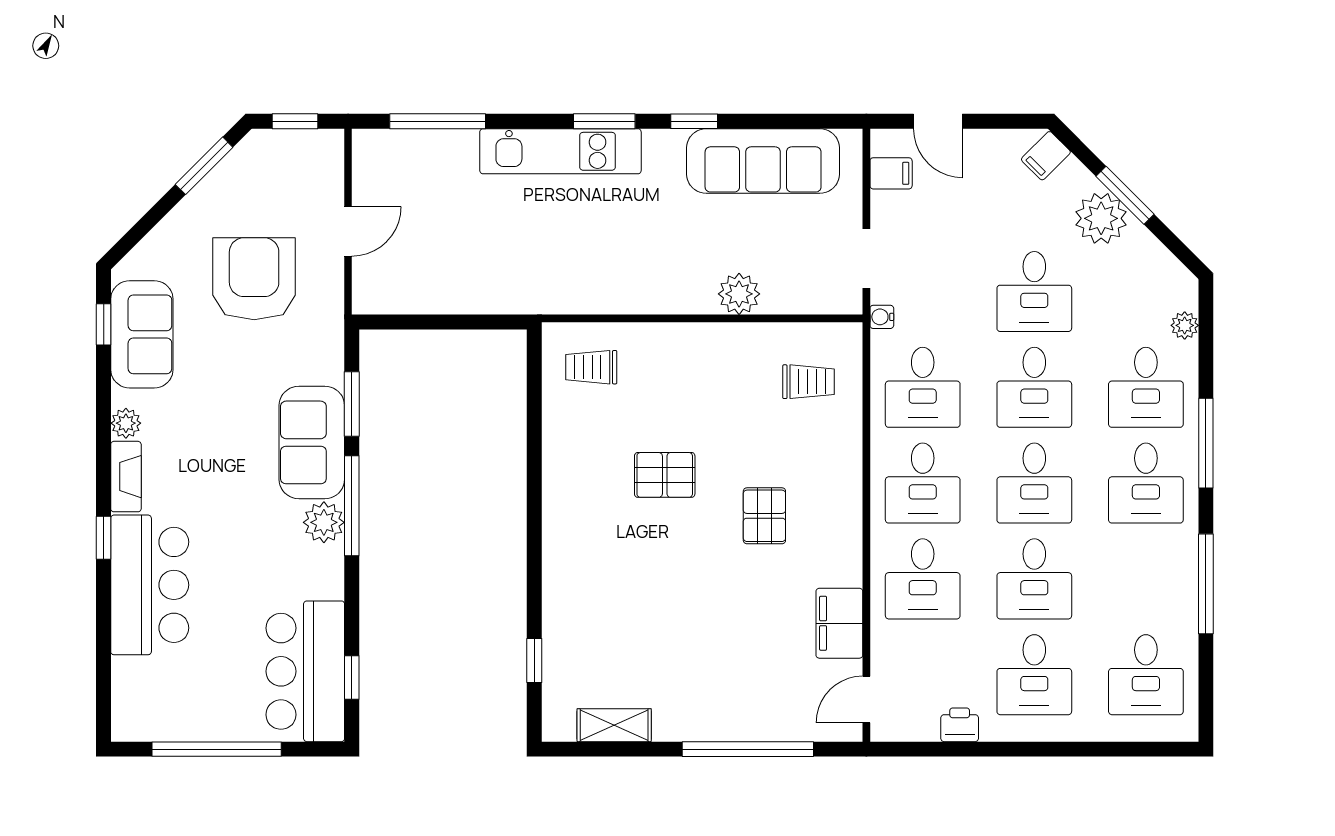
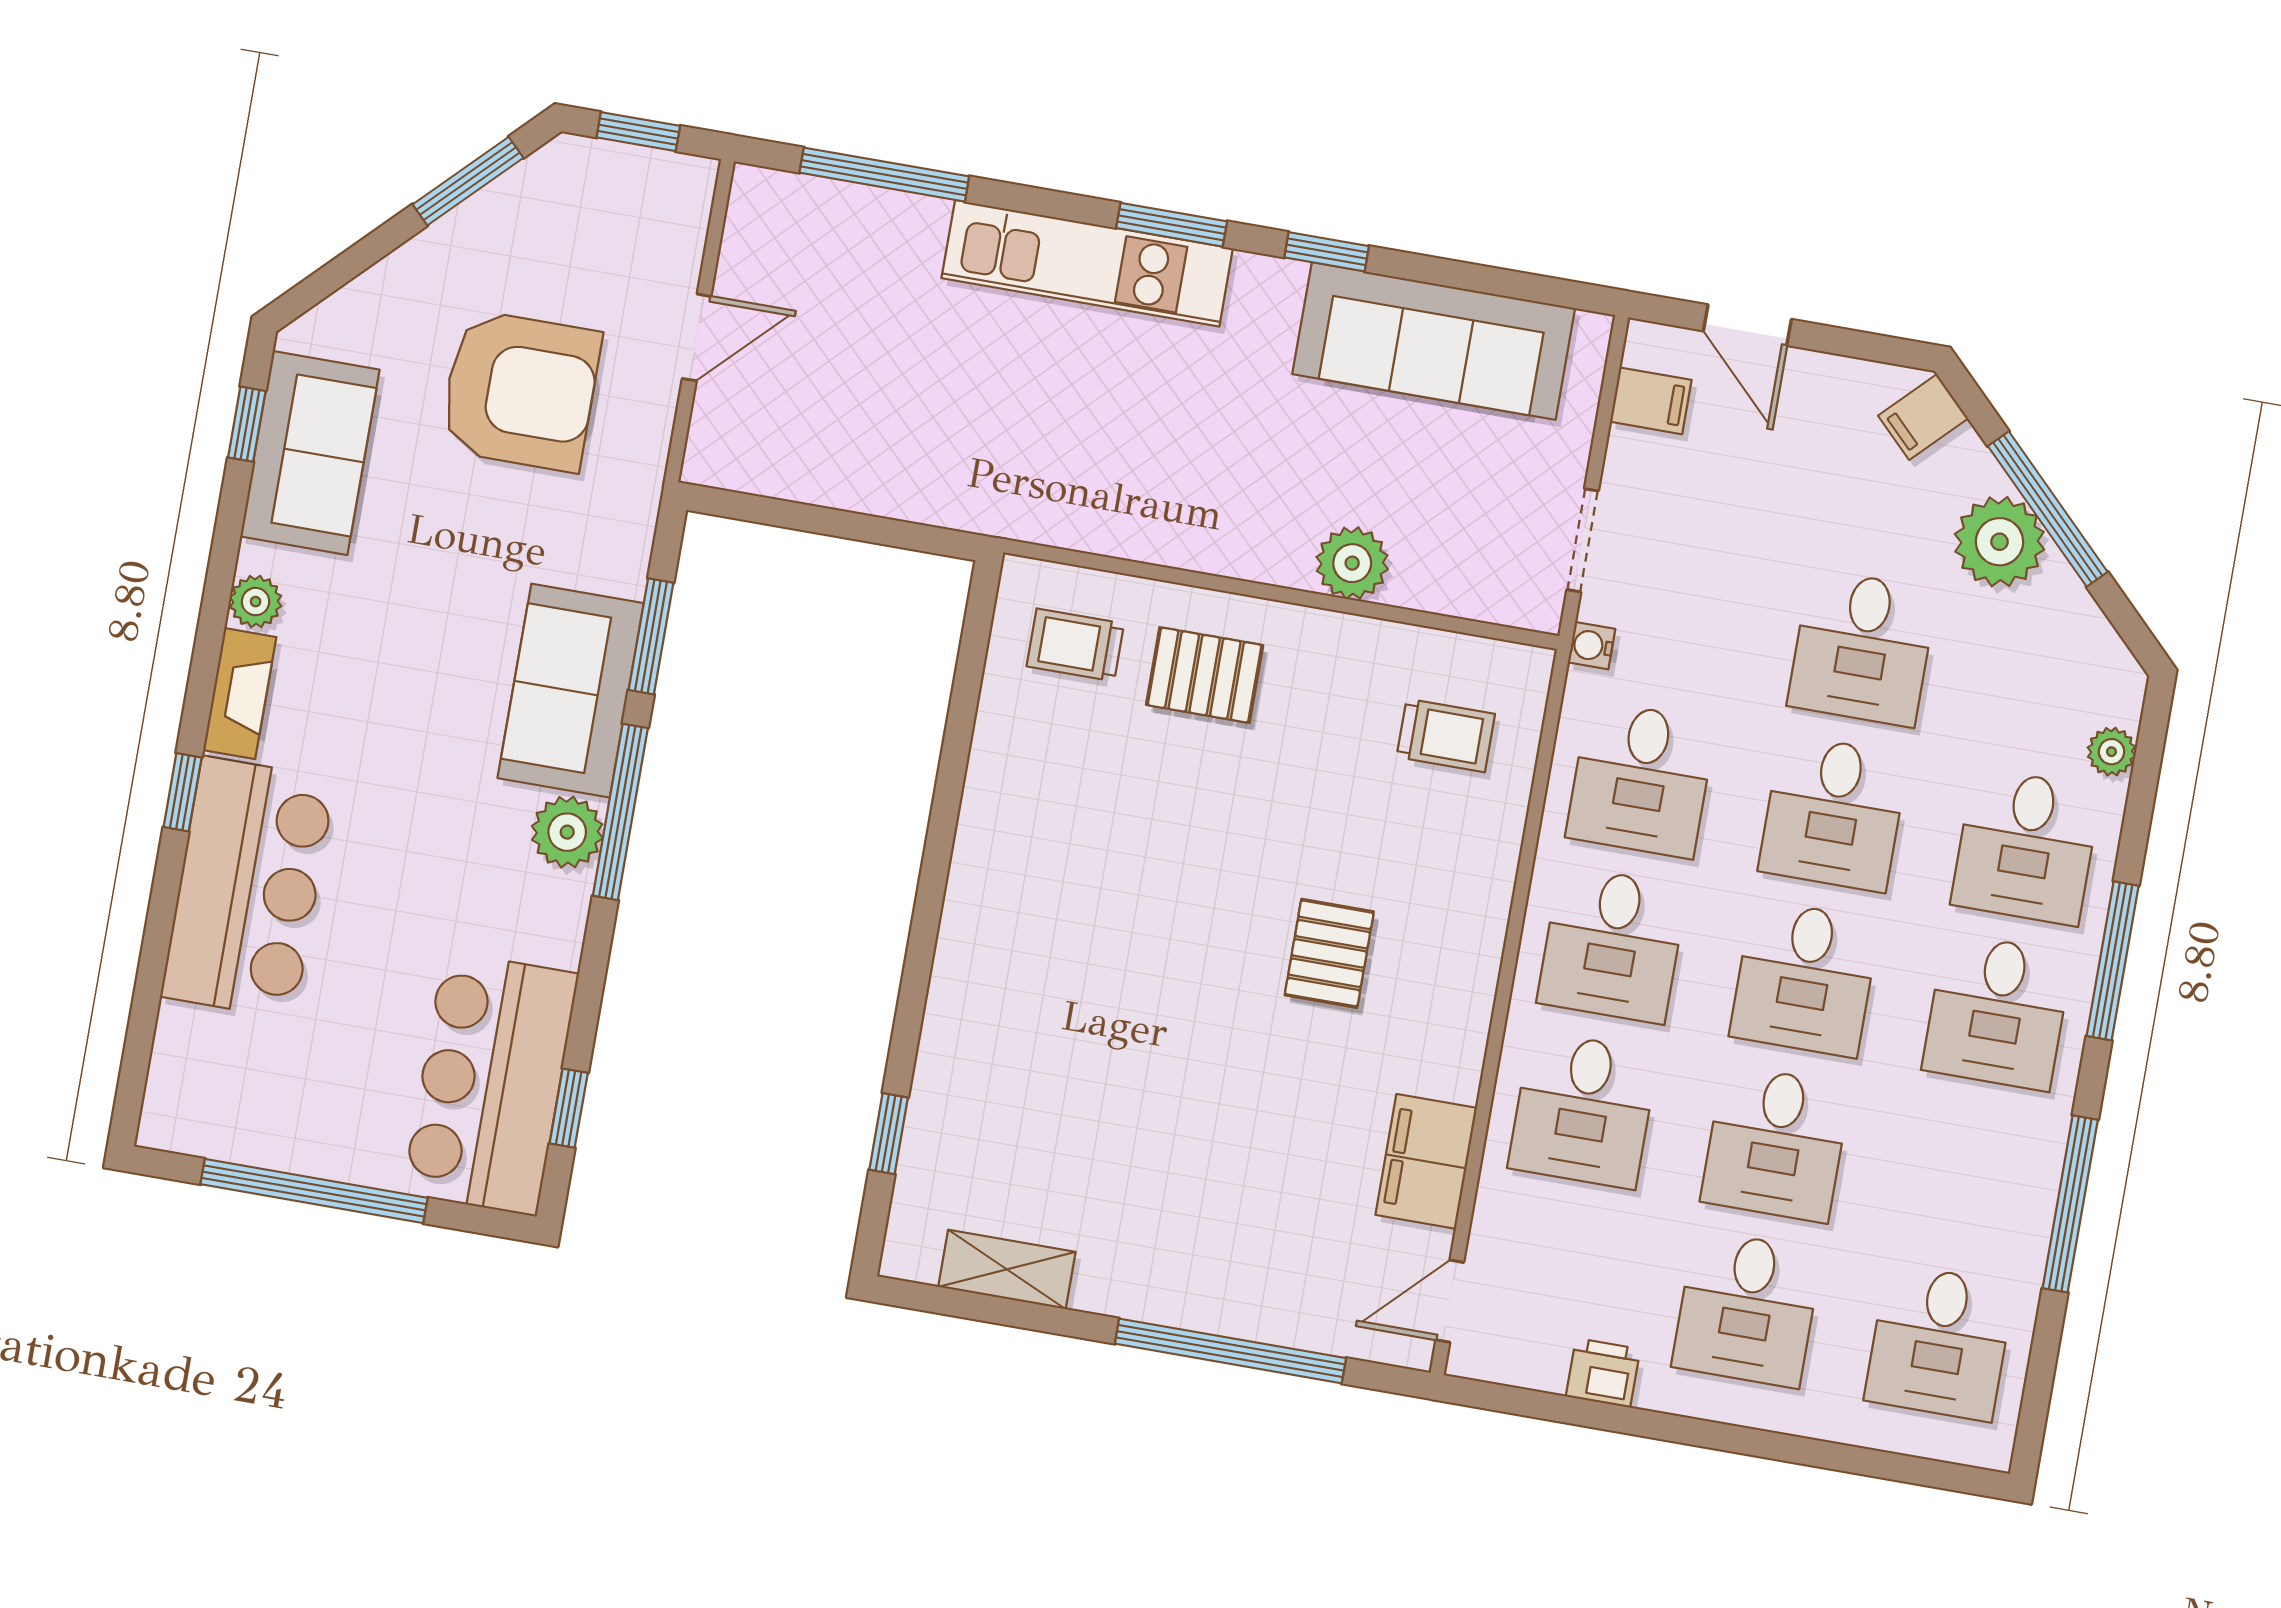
window: (1125, 195) -> (2048, 509), width x1.44
armchair: (254, 279) -> (520, 391), turned 90
pallet: (665, 475) -> (1205, 675), moved

